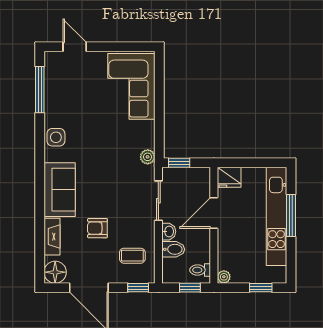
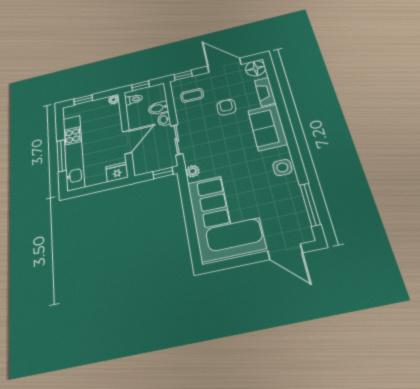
door: (75, 47) -> (285, 252), width x1.38
corner sofa: (131, 86) -> (225, 215), width x1.36, depth x1.36
armchair: (97, 228) -> (226, 107), turned -90

